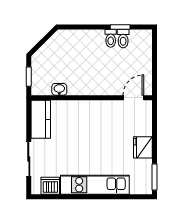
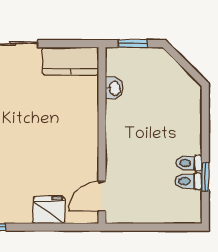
door: (133, 98) -> (102, 196), swing flipped
fridge: (143, 147) -> (49, 210), moved

